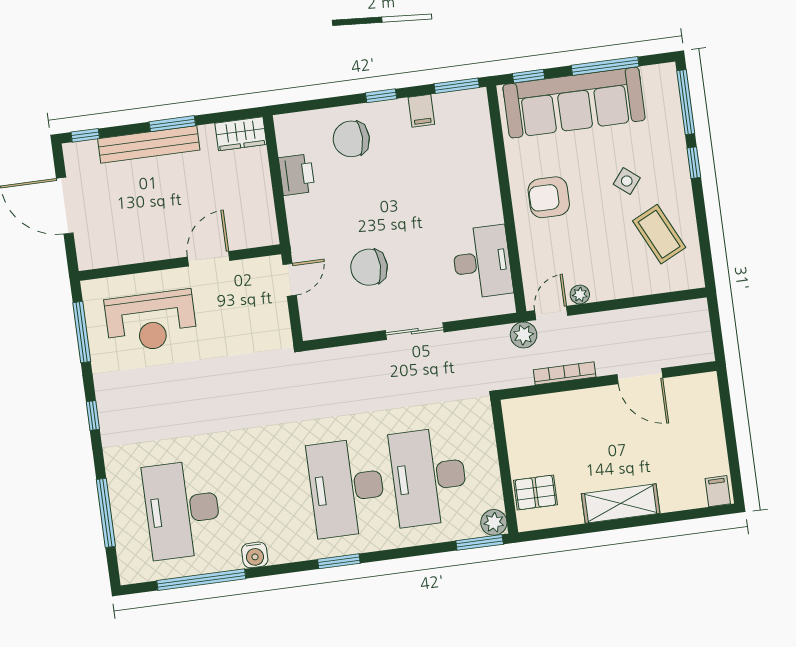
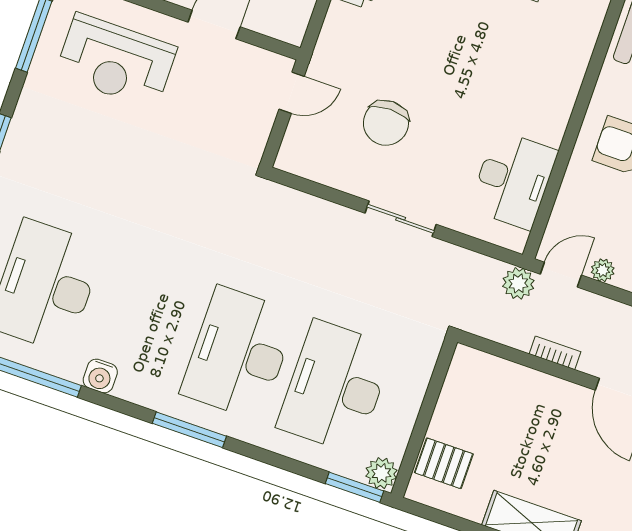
chair: (369, 267) -> (386, 123), turned -90
bookcase: (565, 373) -> (555, 353), width x0.64
window: (339, 561) -> (189, 430), width x1.44

